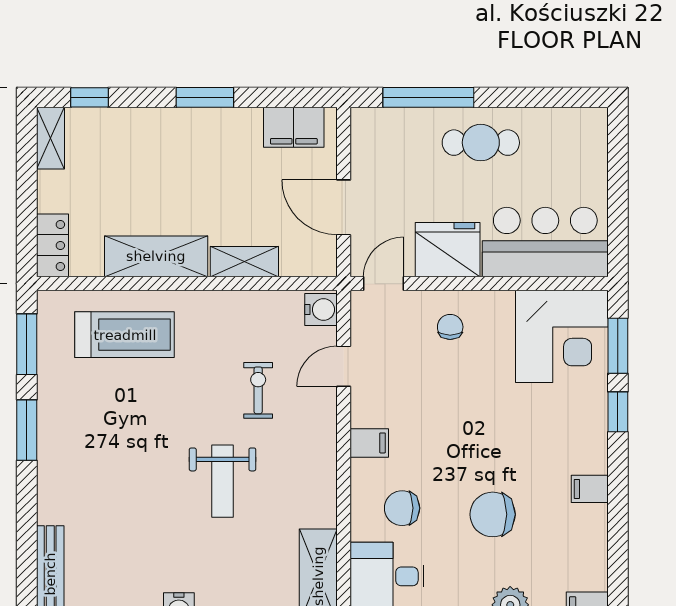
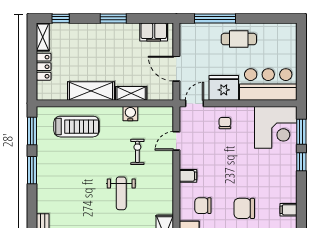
locker: (52, 245) -> (44, 67), moved
water cooler: (321, 310) -> (130, 114), moved, turned -90
filing cabinet: (590, 489) -> (288, 210), moved

